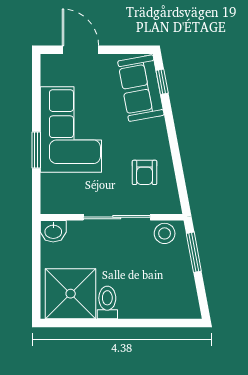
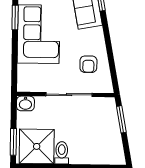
window: (36, 150) -> (15, 18), moved
stool: (165, 233) -> (102, 106), removed
window: (36, 287) -> (13, 142), added

